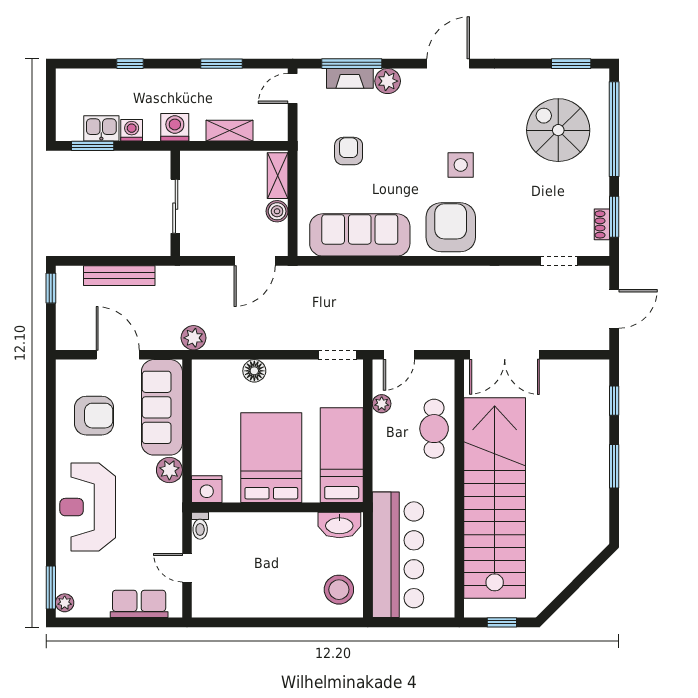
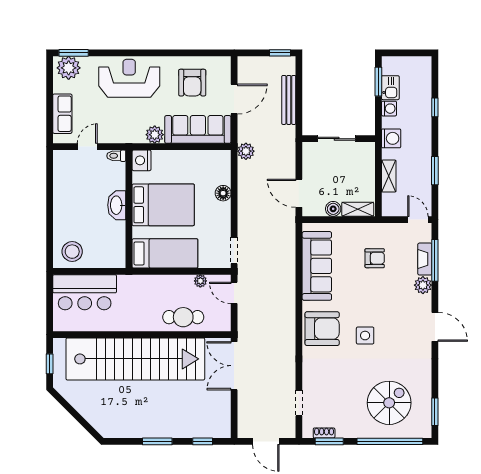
washbasin: (339, 525) -> (117, 205), moved
bar counter: (398, 555) -> (85, 292), width x0.73
plant: (65, 603) -> (69, 68), width x1.87, depth x1.87

